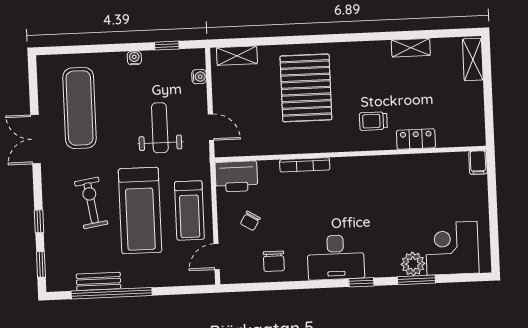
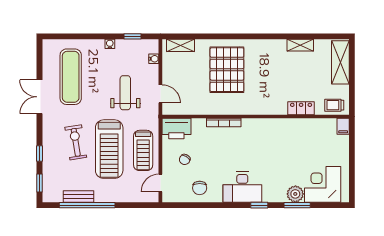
shelving: (473, 59) -> (340, 62), width x1.50, depth x1.33
trolley: (373, 121) -> (334, 105), moved

